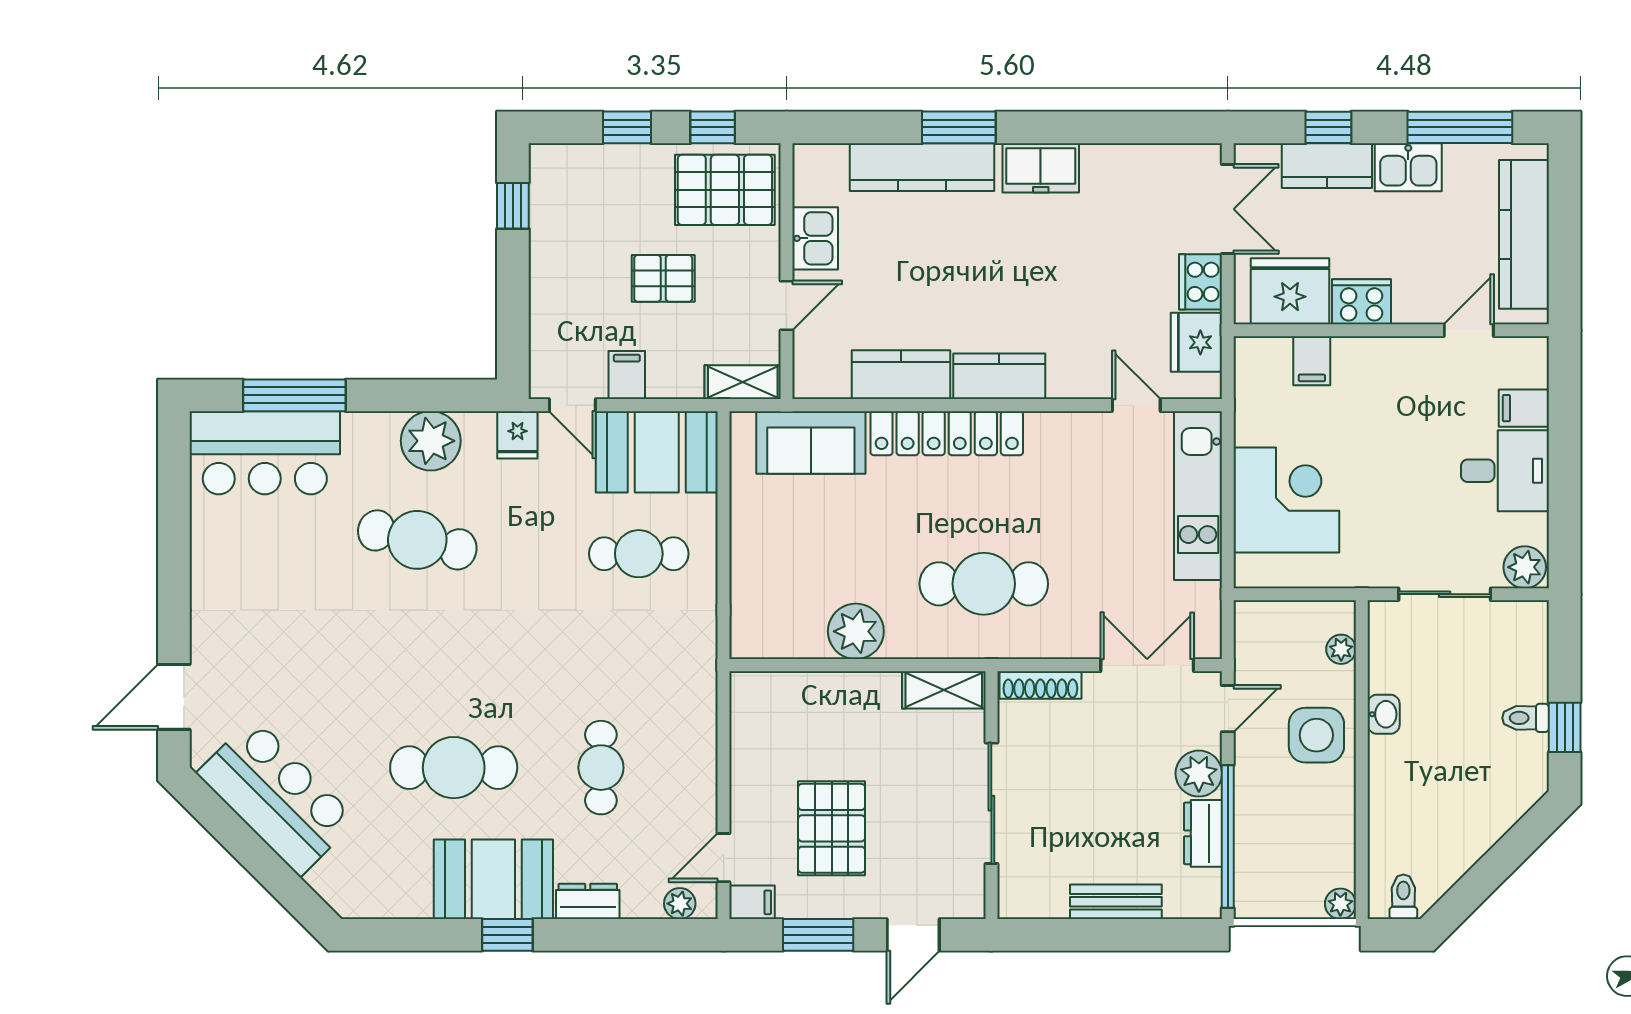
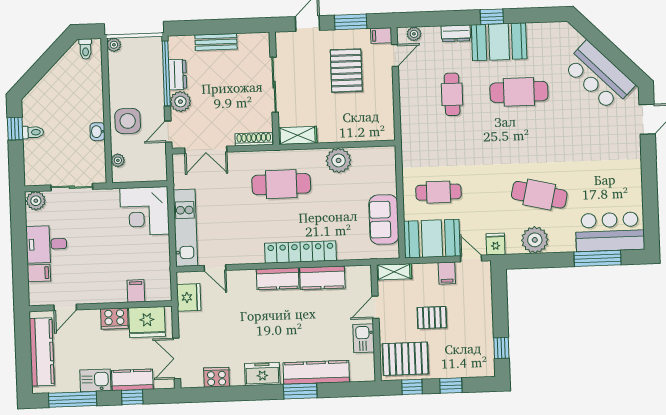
cooker: (1201, 282) -> (217, 377), moved, turned -90
sofa: (811, 443) -> (384, 219), moved, turned -90
corner desk: (1286, 500) -> (145, 211), moved

